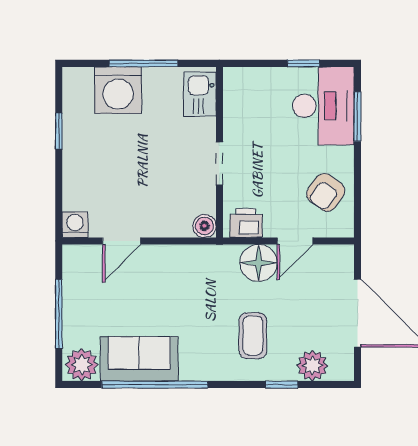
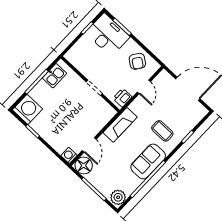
washing machine: (118, 90) -> (27, 109), moved, turned -90
kitchen sink: (200, 94) -> (54, 76), moved, turned -90
boiler: (204, 226) -> (110, 112), removed
fireplace: (200, 260) -> (120, 125), added
floor lamp: (258, 263) -> (84, 166), moved
sofa: (139, 359) -> (148, 161), moved
plant: (312, 366) -> (191, 120), removed

